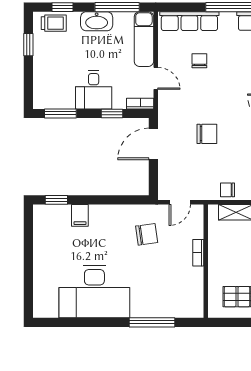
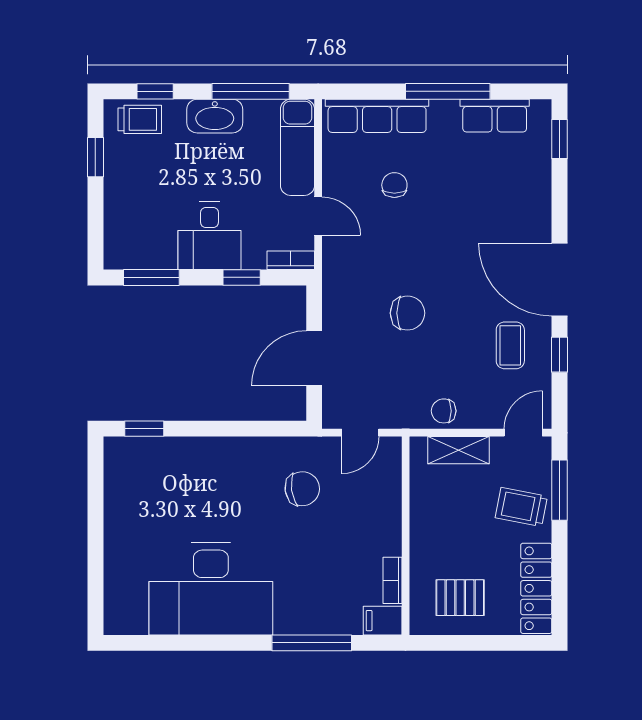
door: (153, 144) -> (314, 358), moved
filing cabinet: (80, 215) -> (383, 621), moved, turned 90
bookcase: (198, 253) -> (393, 580), moved

